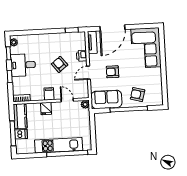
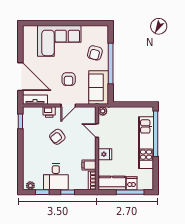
corner sofa: (146, 48) -> (59, 41), moved
door: (89, 73) -> (68, 105), hinge flipped
filing cabinet: (49, 94) -> (89, 165), moved
door: (67, 100) -> (97, 130), hinge flipped

